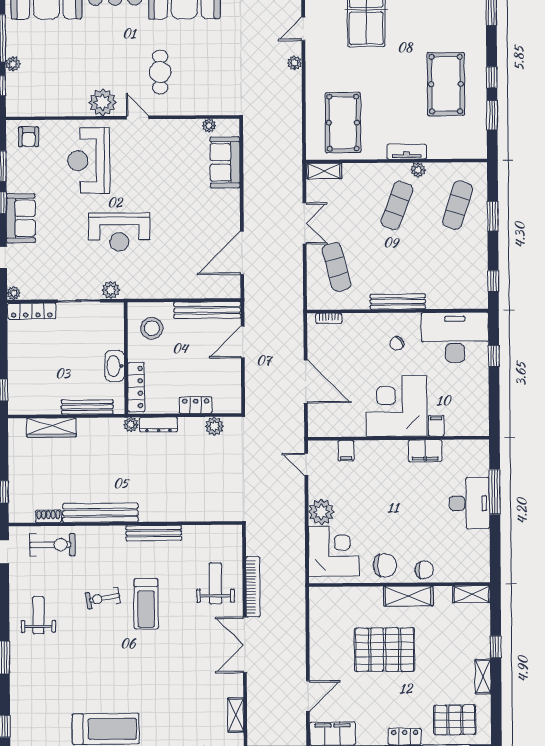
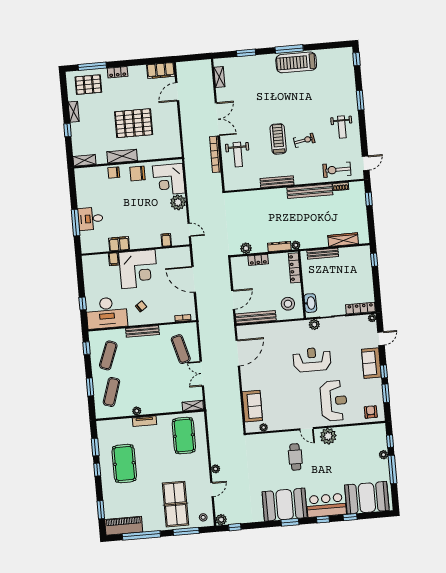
exercise mat: (397, 205) -> (108, 355), moved
washbasin: (115, 366) -> (310, 303), moved
desk: (469, 503) -> (90, 219), width x0.73

